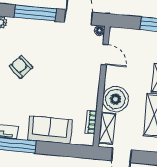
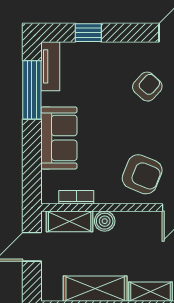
armchair: (80, 76) -> (142, 174), added
boiler: (116, 99) -> (105, 221), width x0.54, depth x0.54

